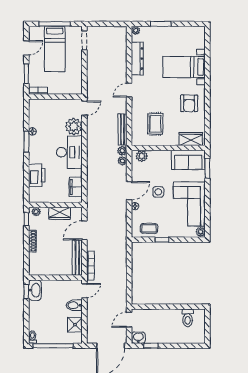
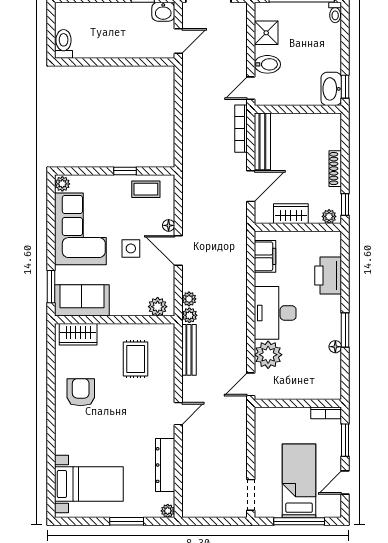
bed with nightstands: (184, 67) -> (89, 484), moved
door: (129, 191) -> (178, 250), hinge flipped
toilet: (188, 318) -> (64, 44), moved

